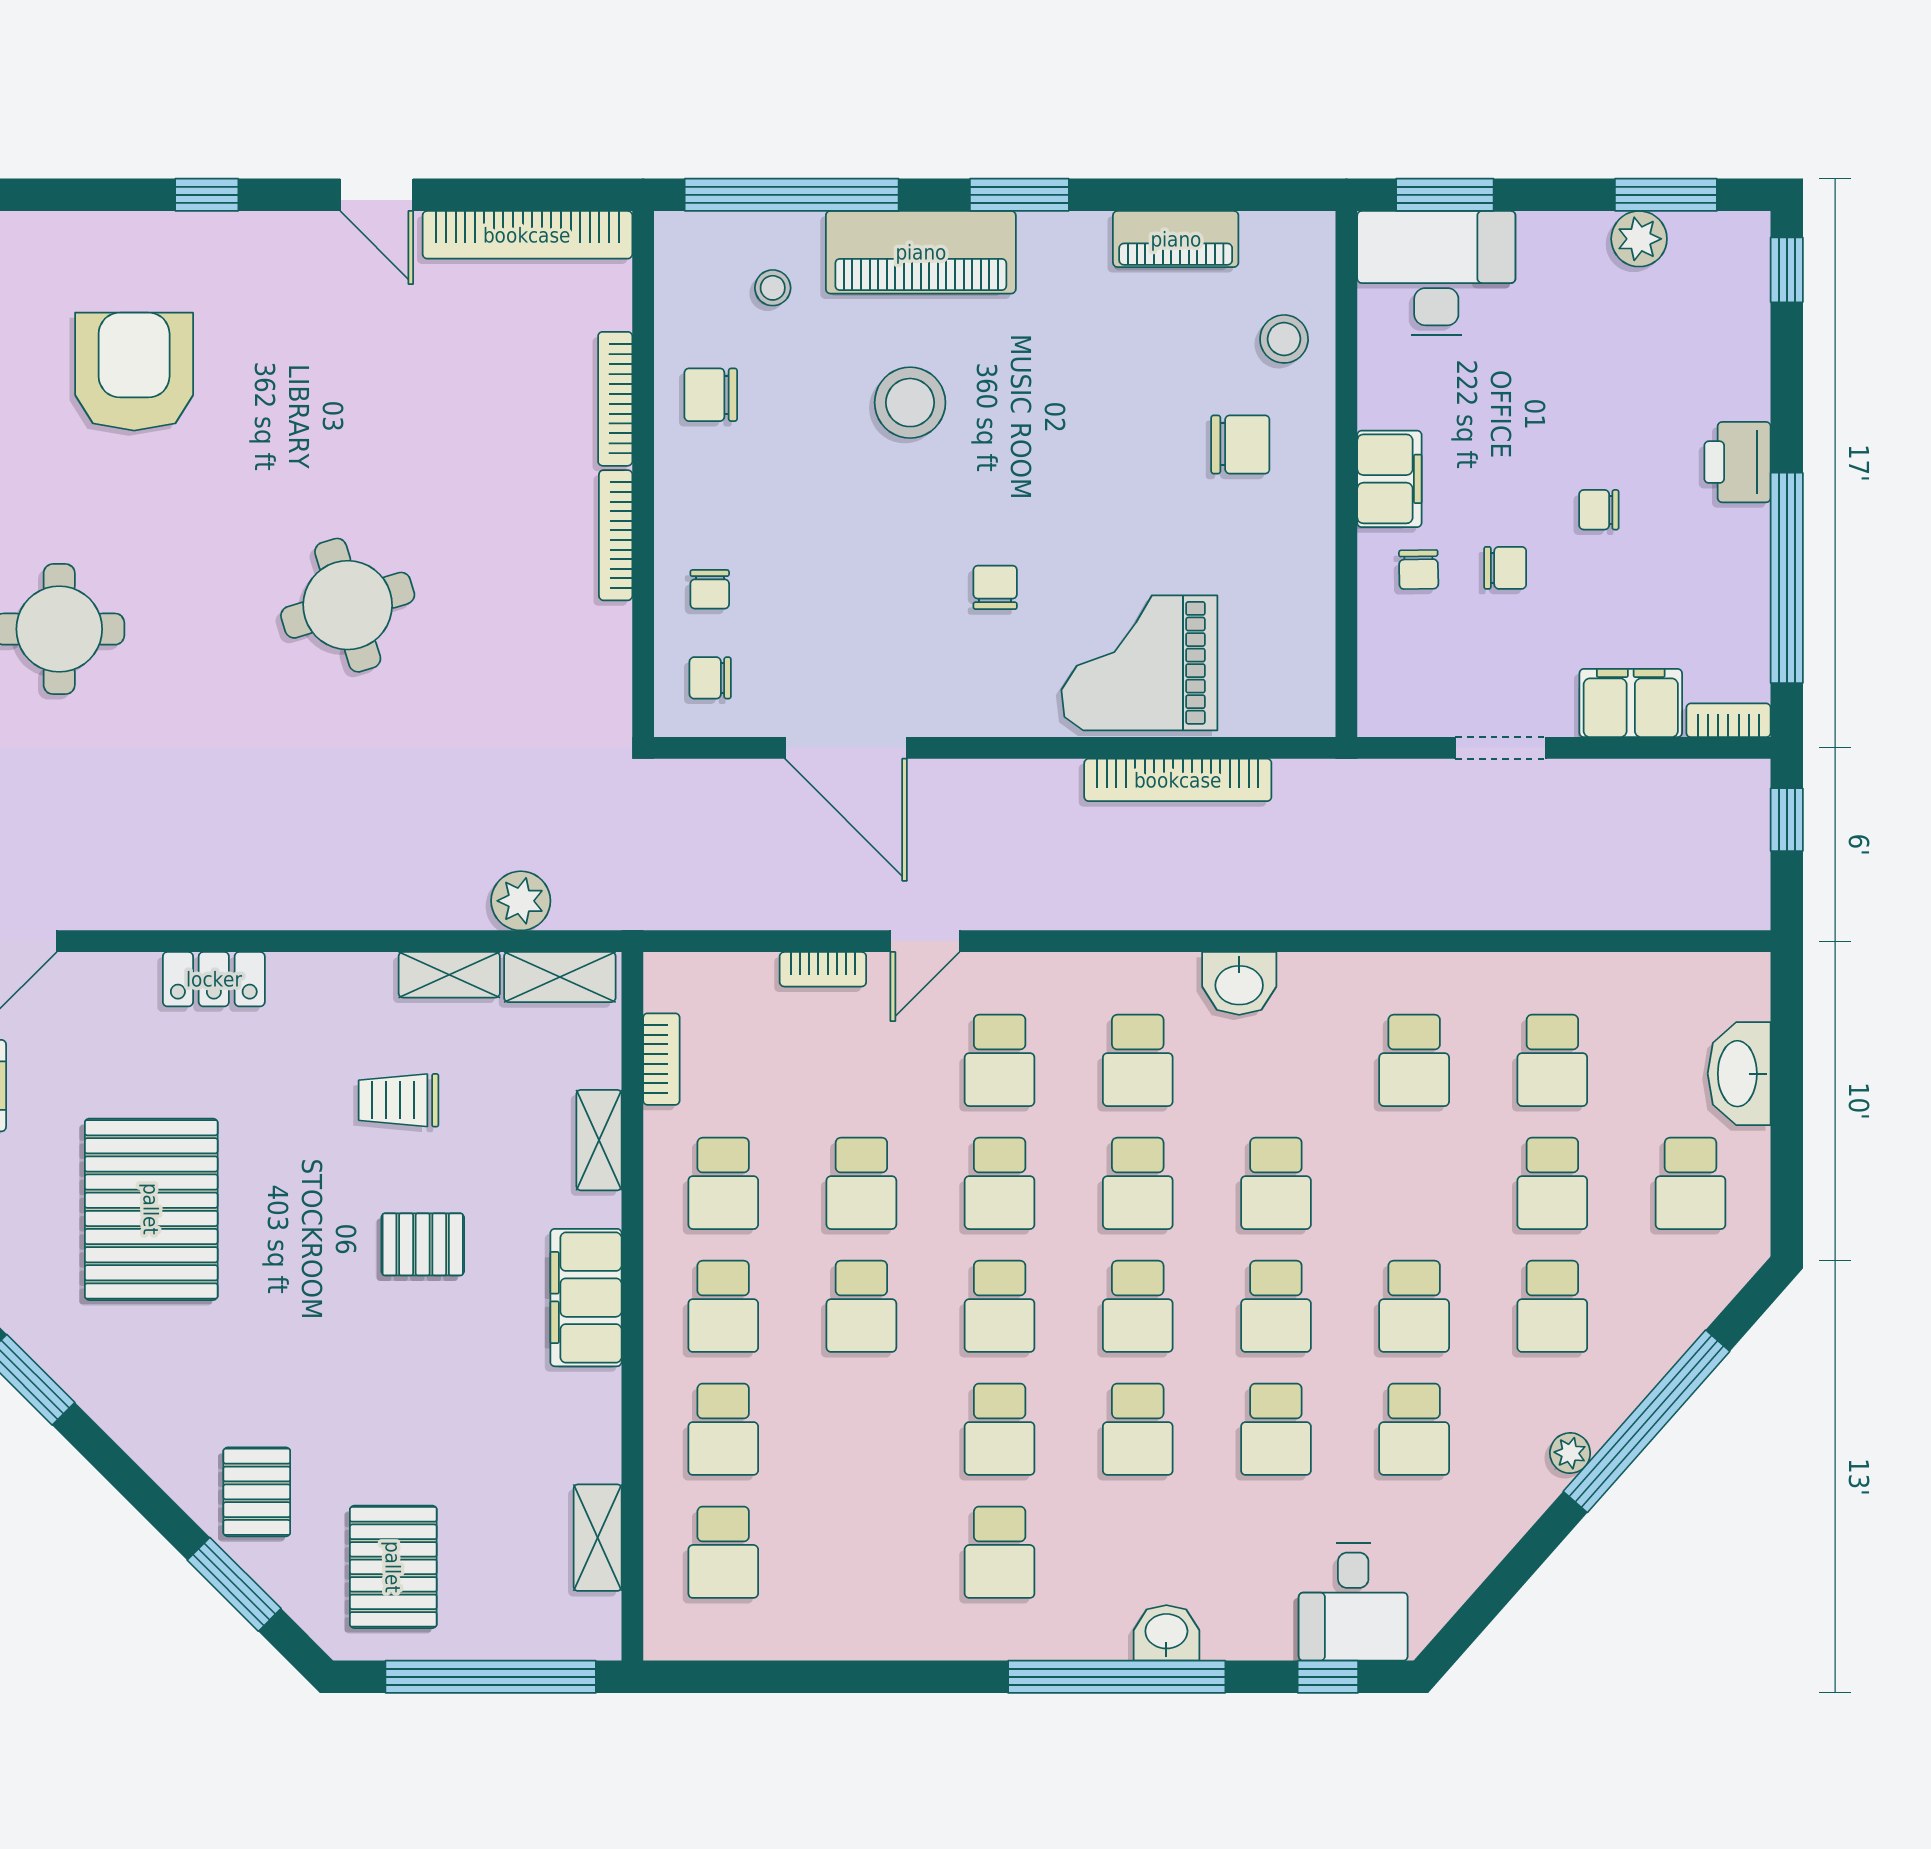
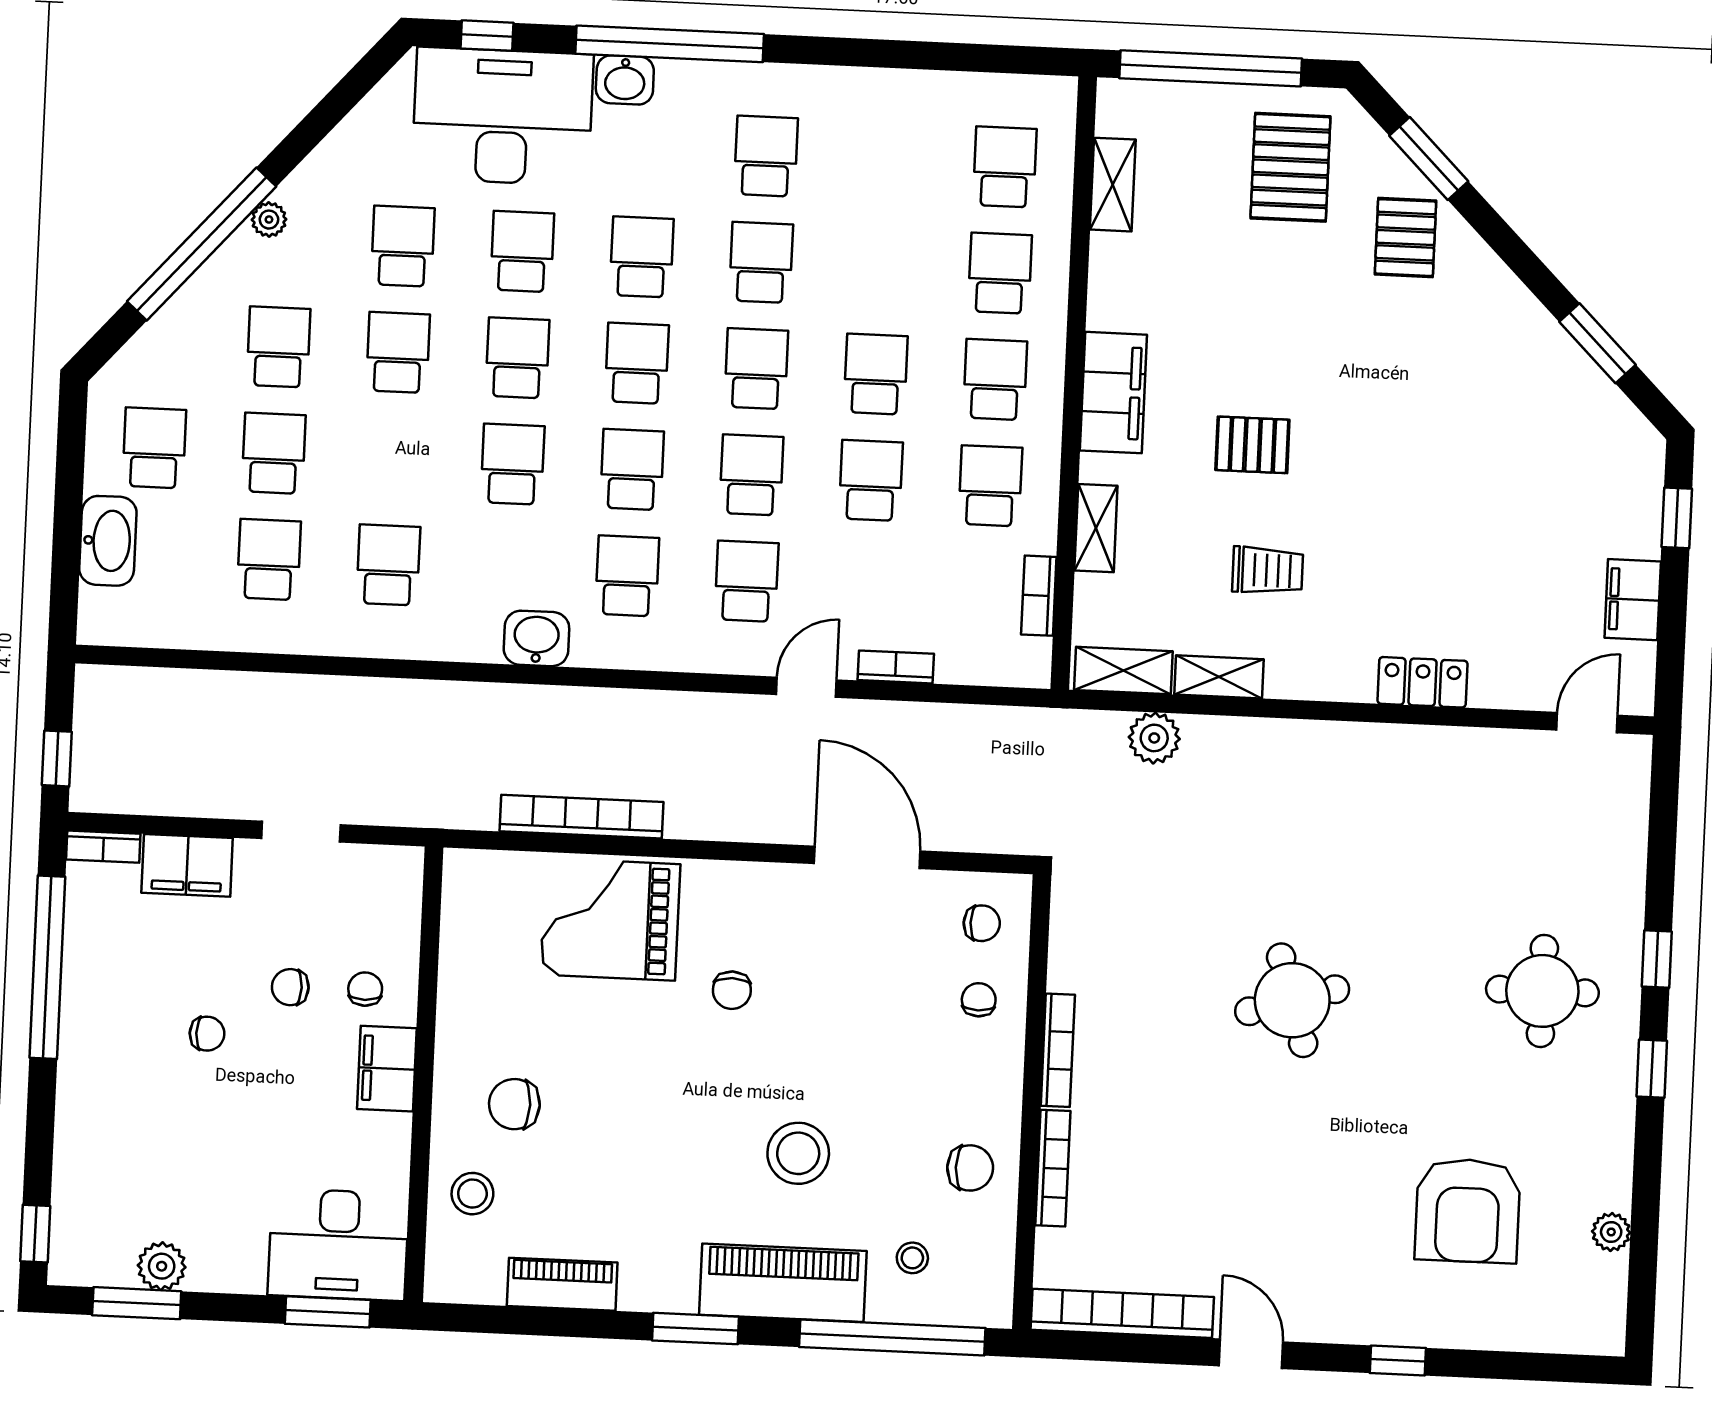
printer: (1737, 462) -> (85, 1069), removed
grand piano: (1139, 663) -> (610, 919), turned 180
pallet: (151, 1209) -> (1486, 486), removed
desk: (1353, 1602) -> (503, 116), width x1.87, depth x1.30

